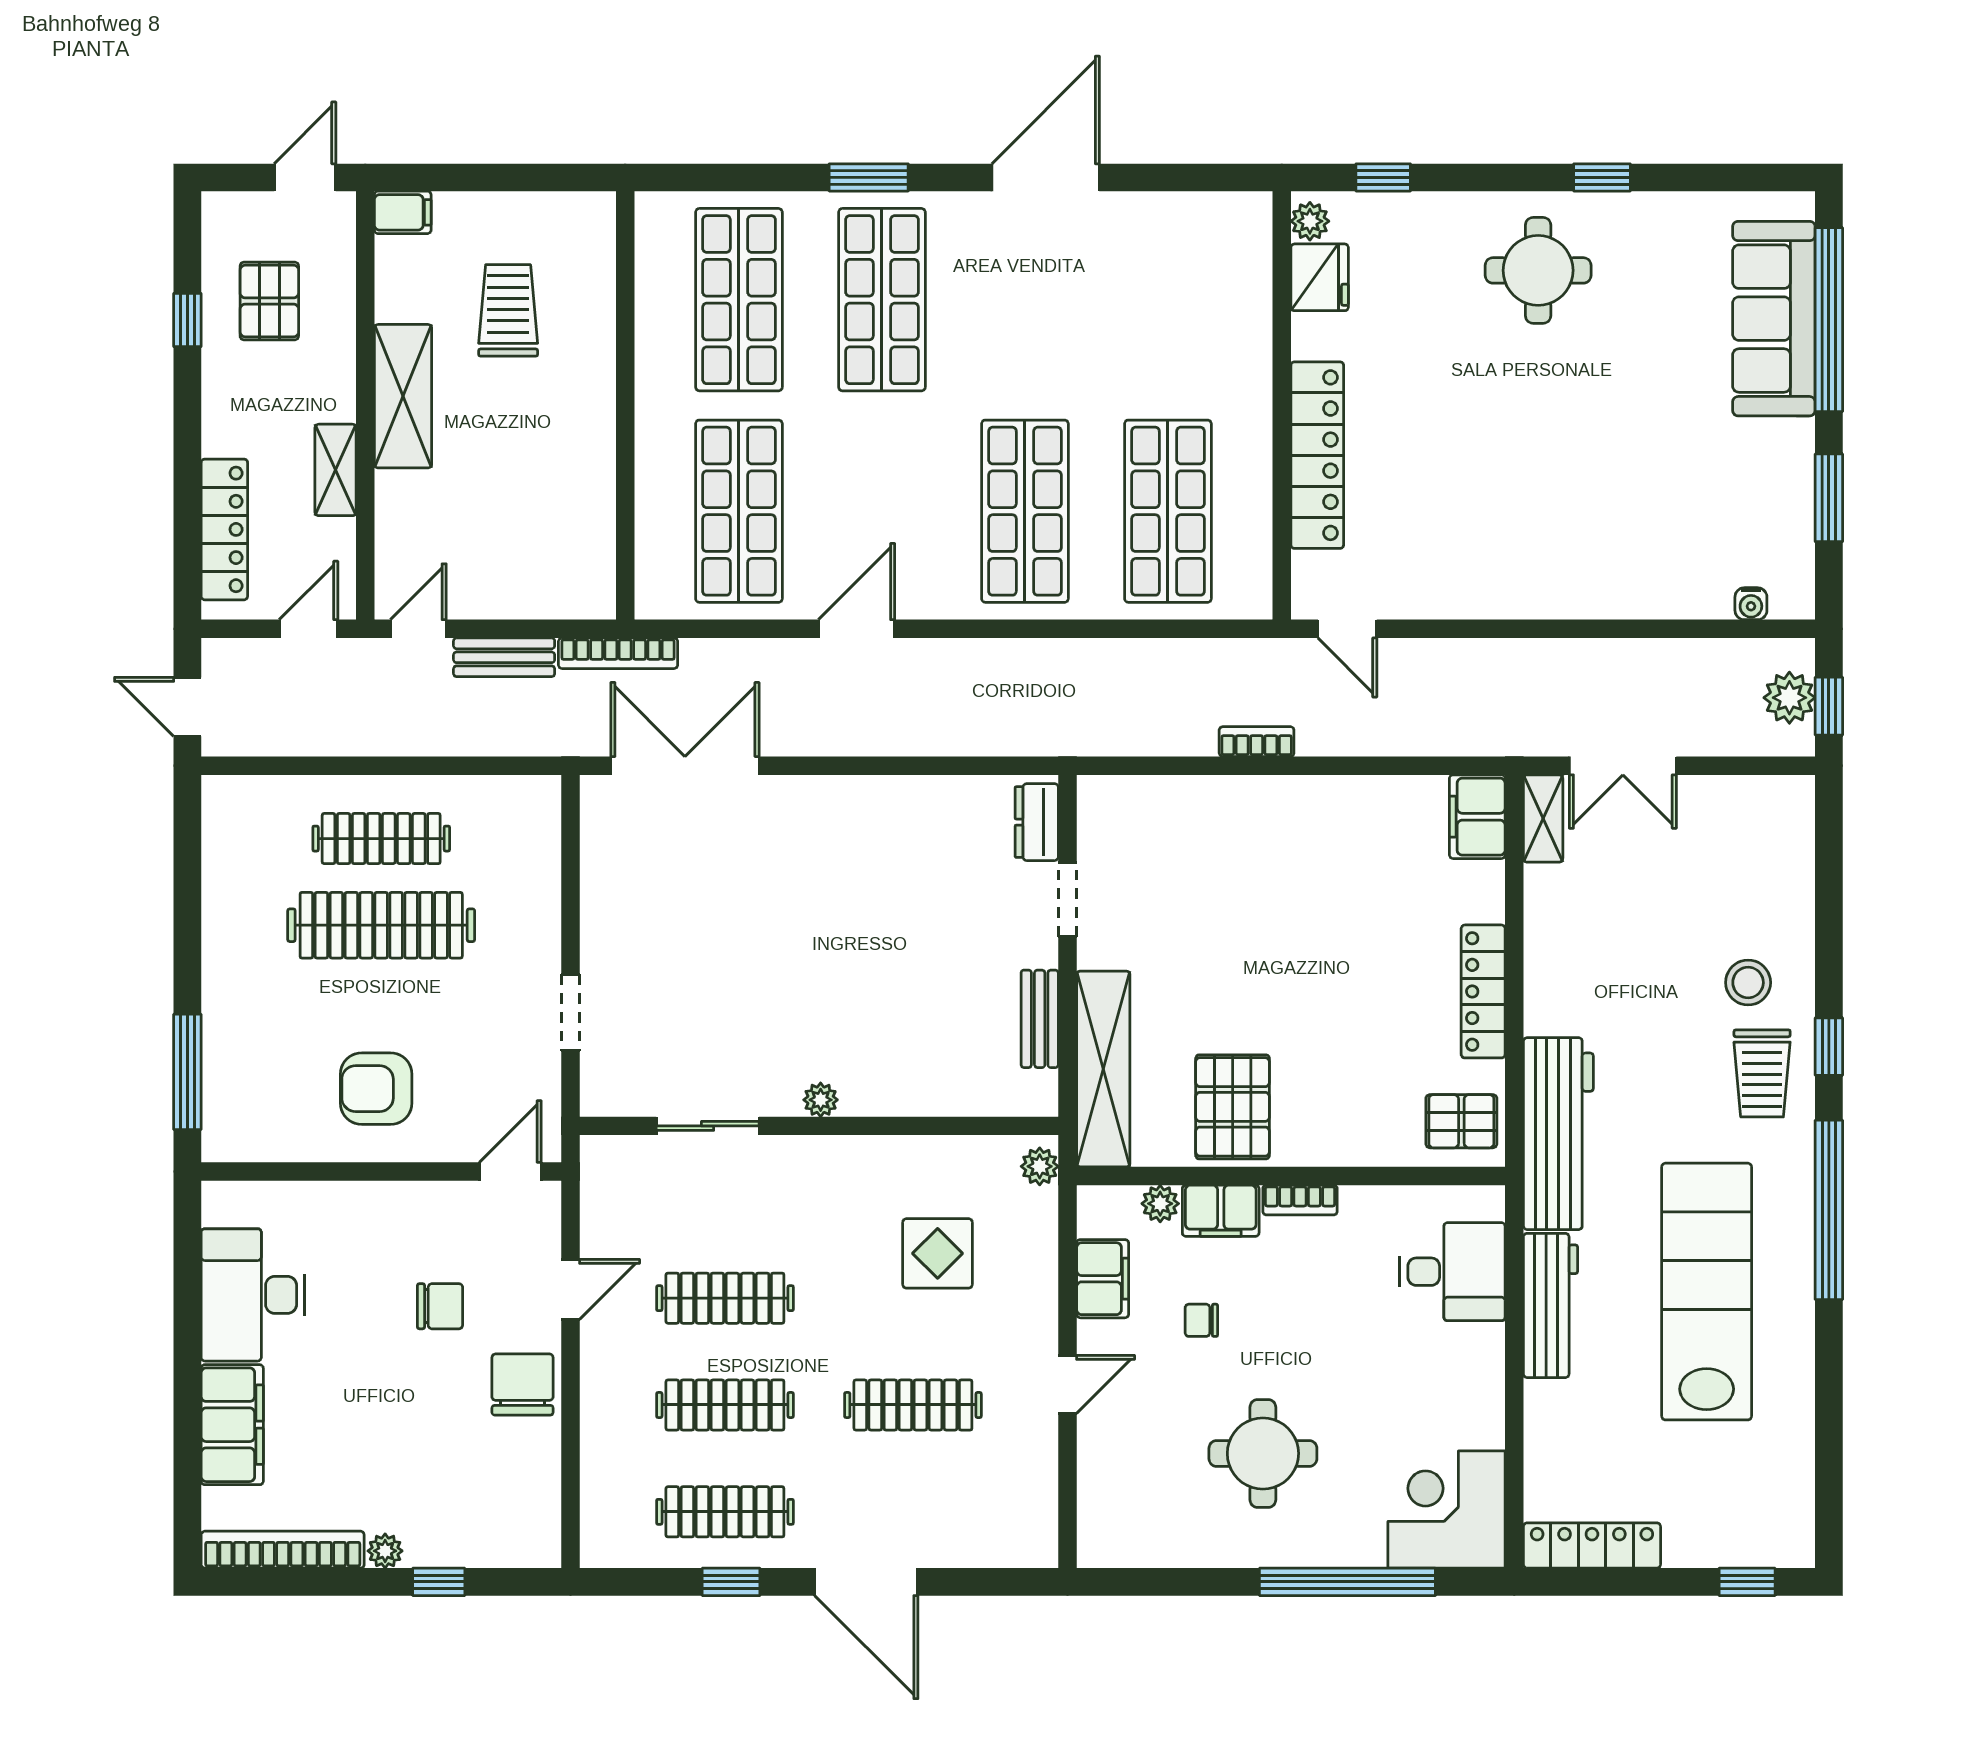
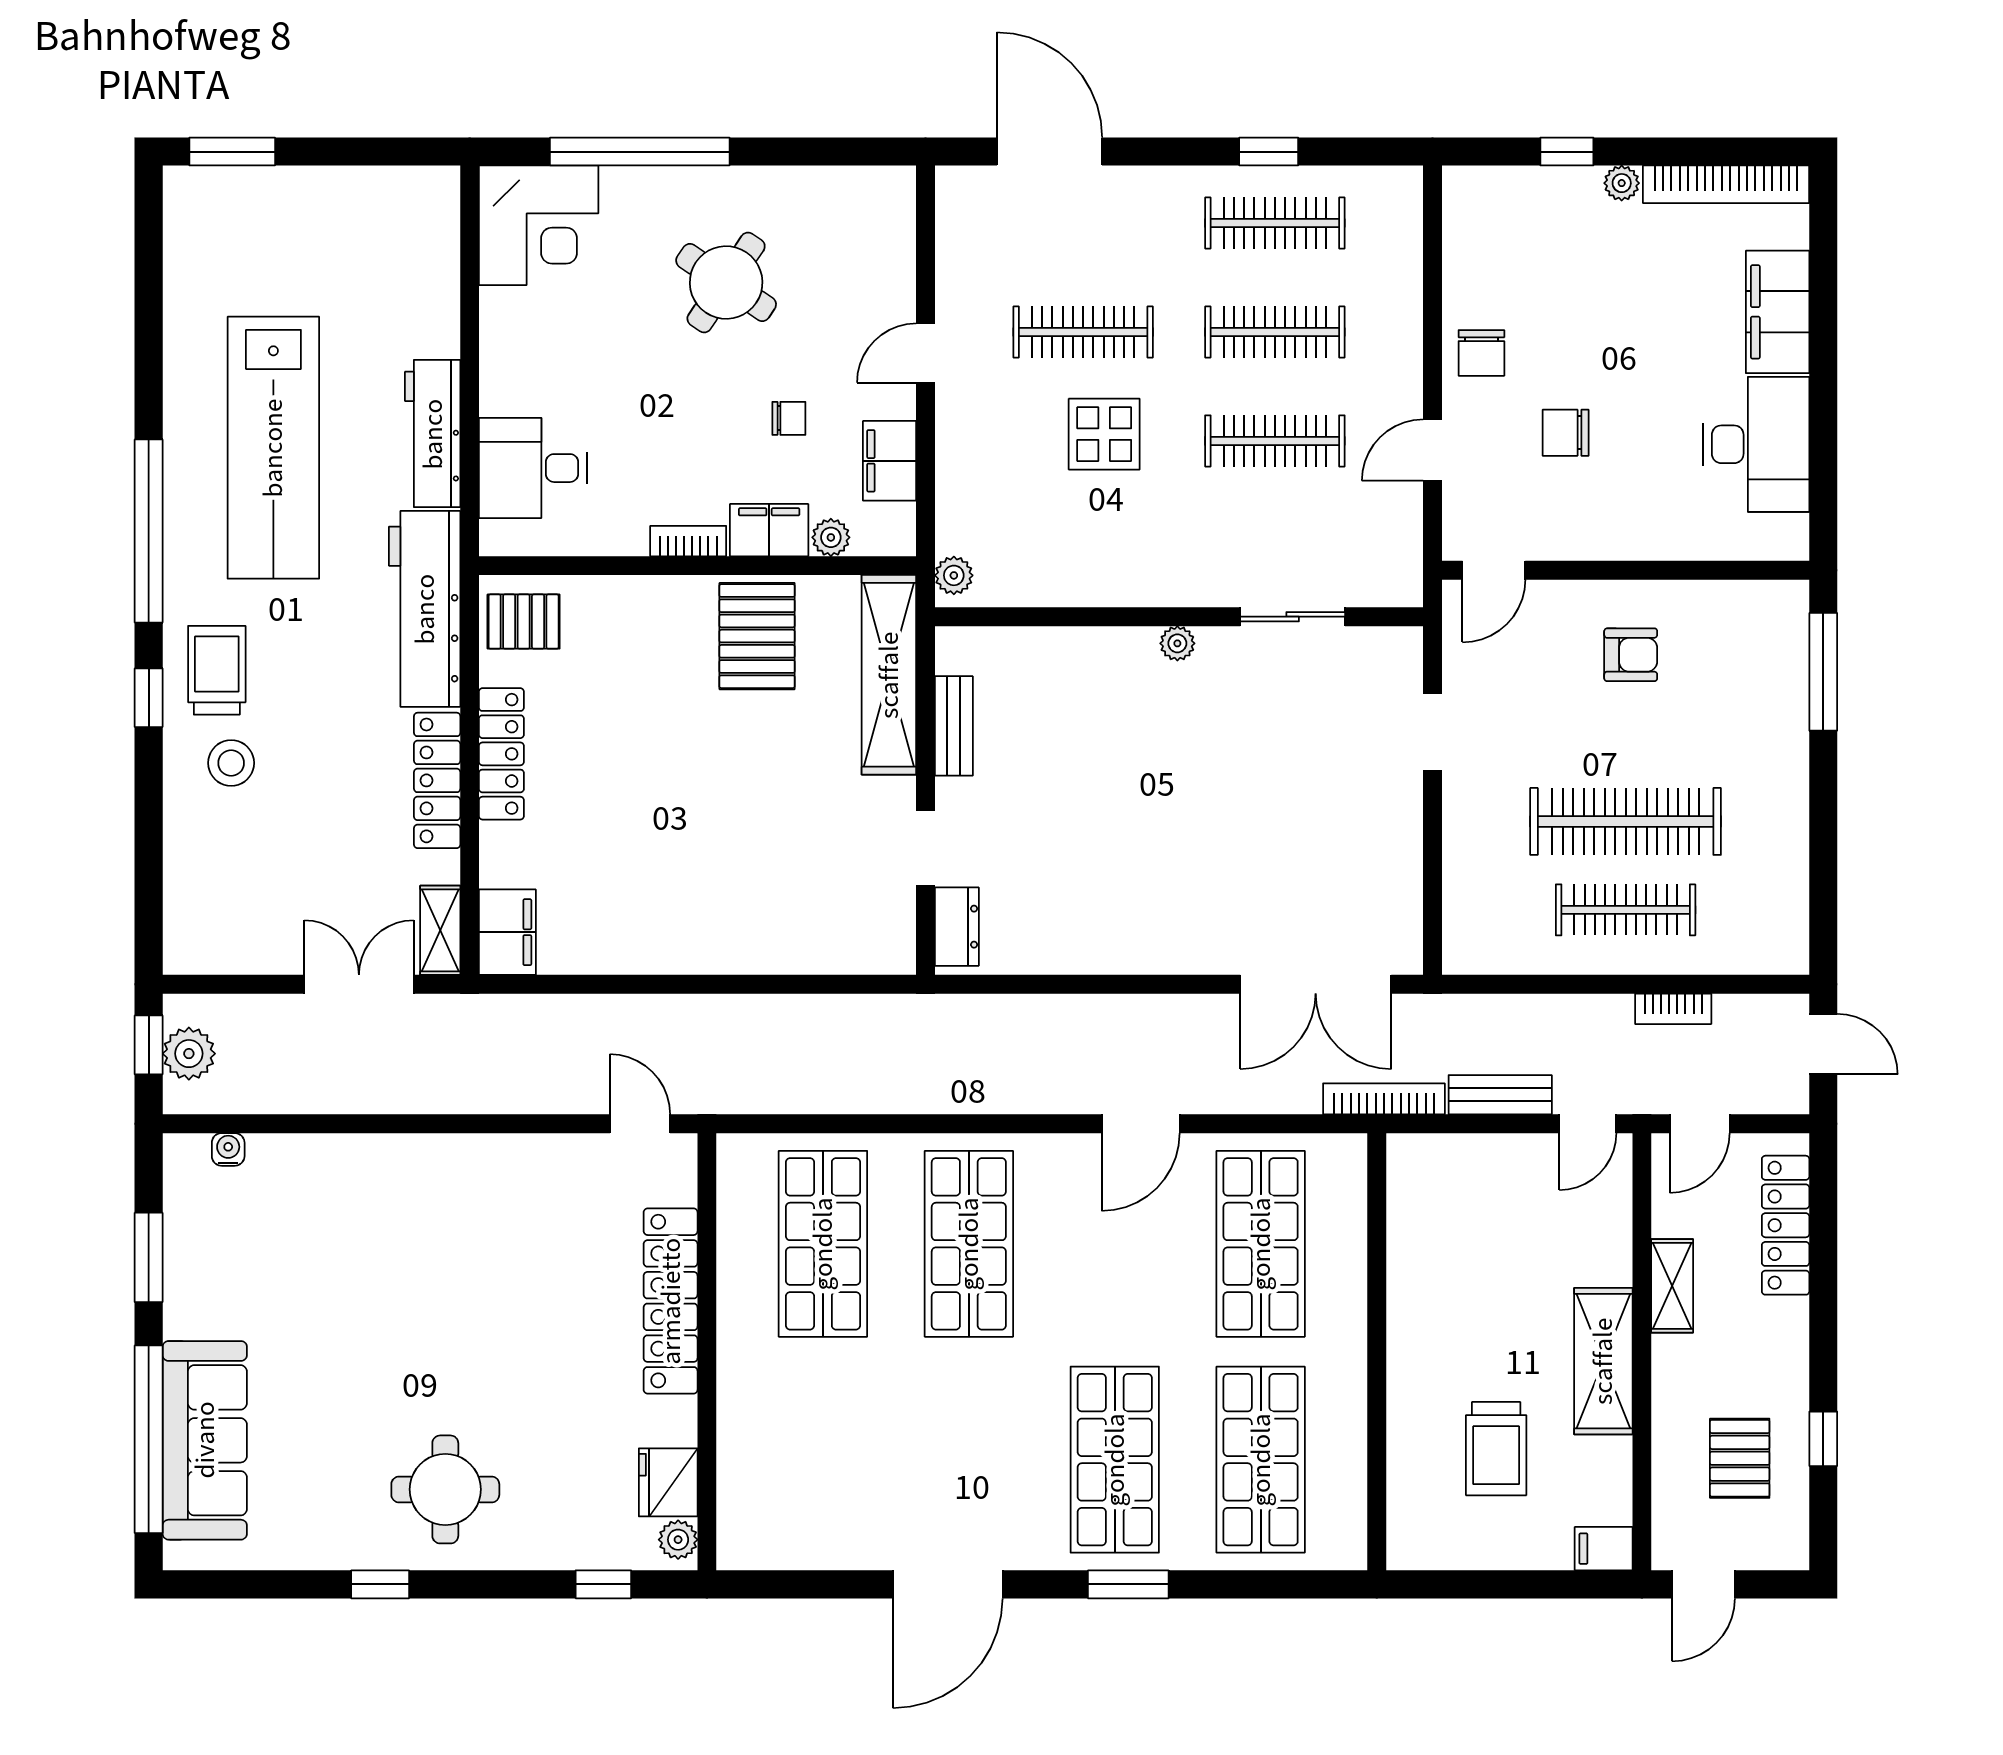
bookcase: (1257, 742) -> (1673, 1009), moved
armchair: (376, 1089) -> (1631, 655), width x0.72, depth x0.72
display table: (938, 1253) -> (1104, 434), moved
chair: (523, 1384) -> (1481, 353), width x0.73, depth x0.73
round table: (1263, 1453) -> (726, 282), turned 34
locker: (1592, 1545) -> (437, 780), moved, turned 90
door: (866, 1582) -> (1050, 152), moved
window: (1747, 1582) -> (232, 152), width x1.50

